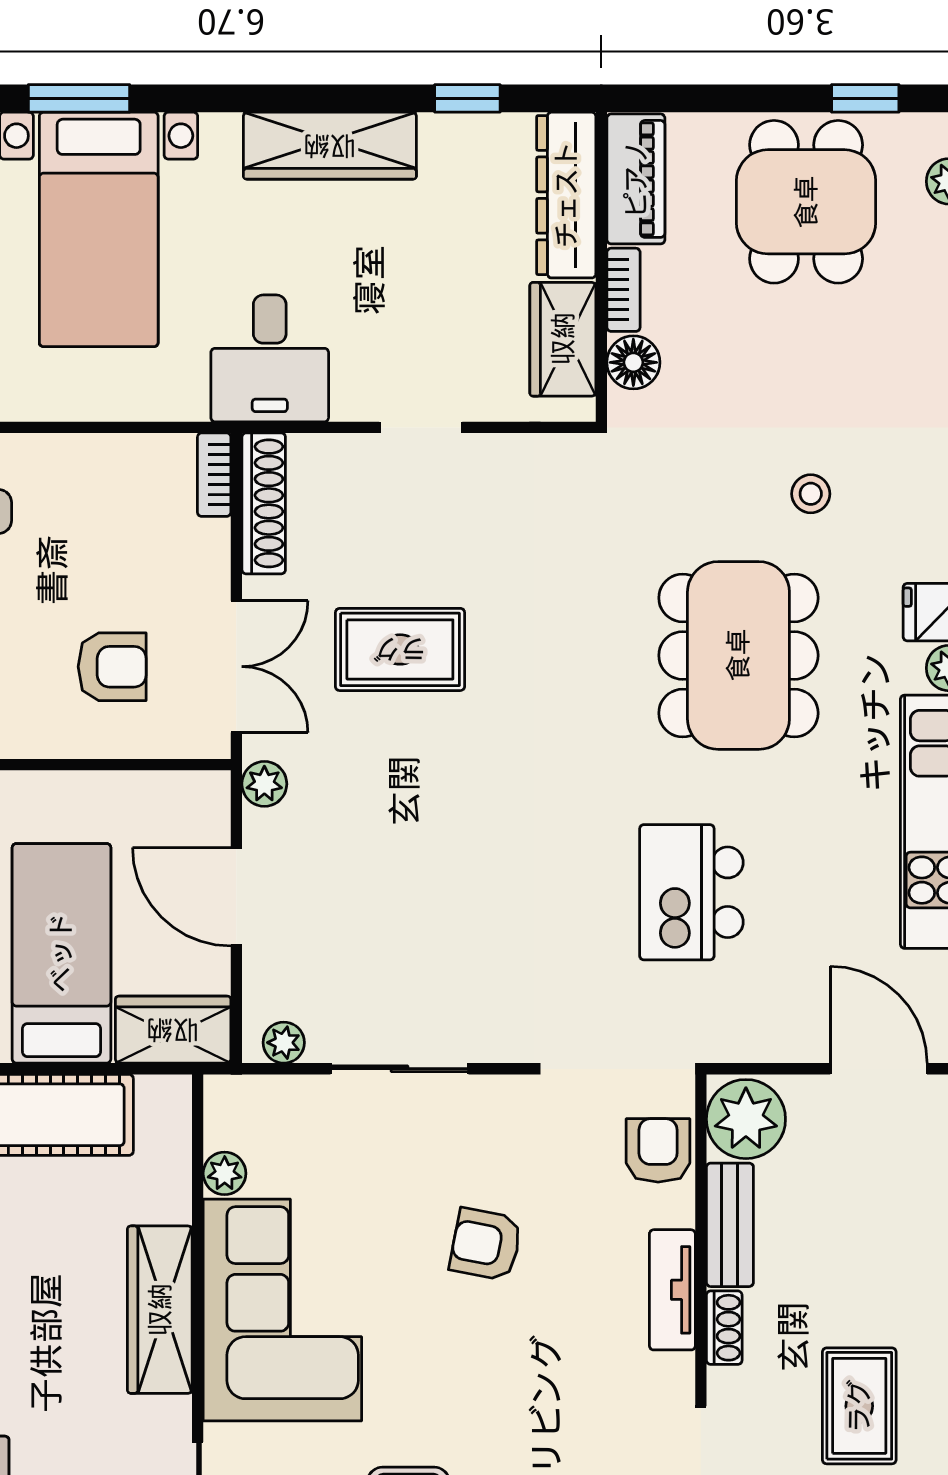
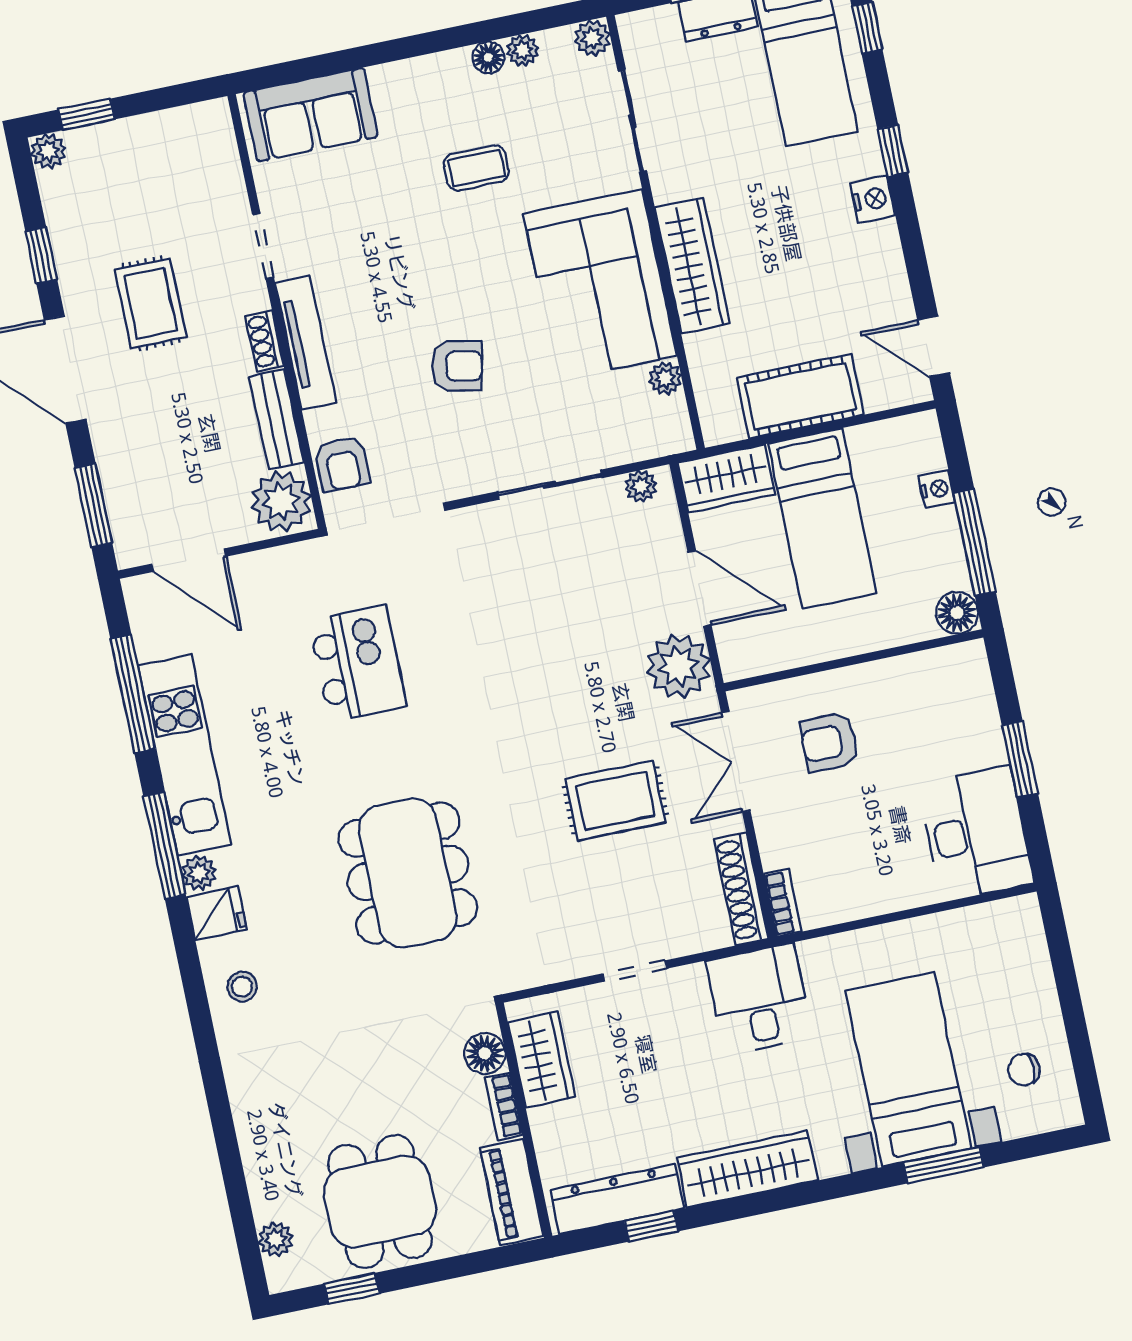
dresser: (566, 195) -> (617, 1199), moved, turned -90
stool: (811, 494) -> (242, 987), moved
dining table: (738, 655) -> (408, 873), moved
plant: (264, 784) -> (678, 666), width x1.88, depth x1.88
tv unit: (672, 1290) -> (306, 343), width x1.41

